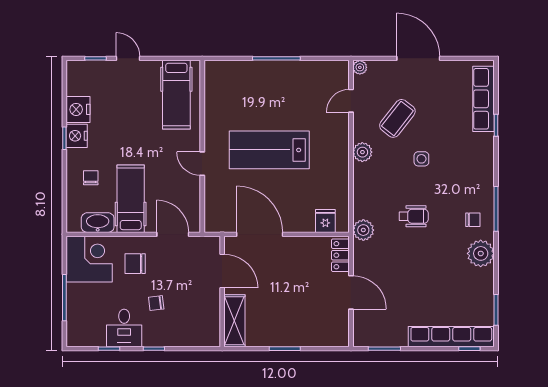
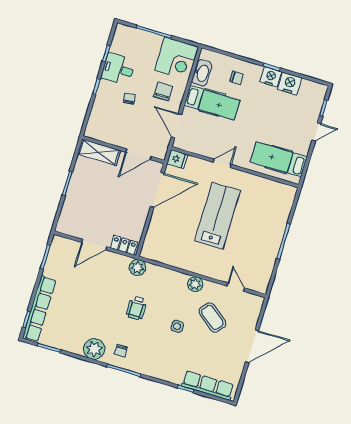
plant: (360, 67) -> (258, 301), removed
fridge: (325, 221) -> (177, 159), moved
door: (173, 234) -> (177, 126), swing flipped

